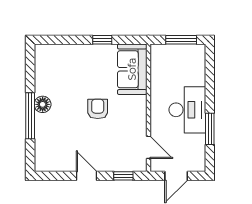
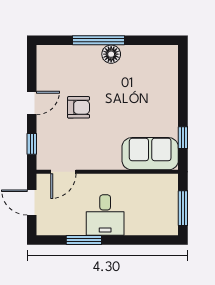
window: (102, 40) -> (183, 138), moved
armchair: (98, 109) -> (79, 107), moved
desk: (187, 110) -> (105, 215), width x0.73

